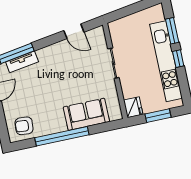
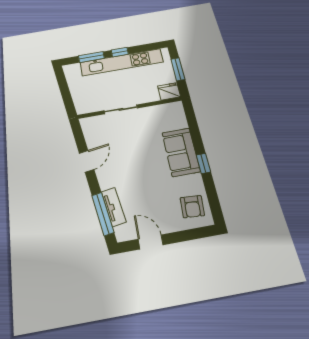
door: (74, 31) -> (87, 161), moved
sofa: (86, 114) -> (181, 152), moved
window: (62, 136) -> (203, 163), width x0.32

